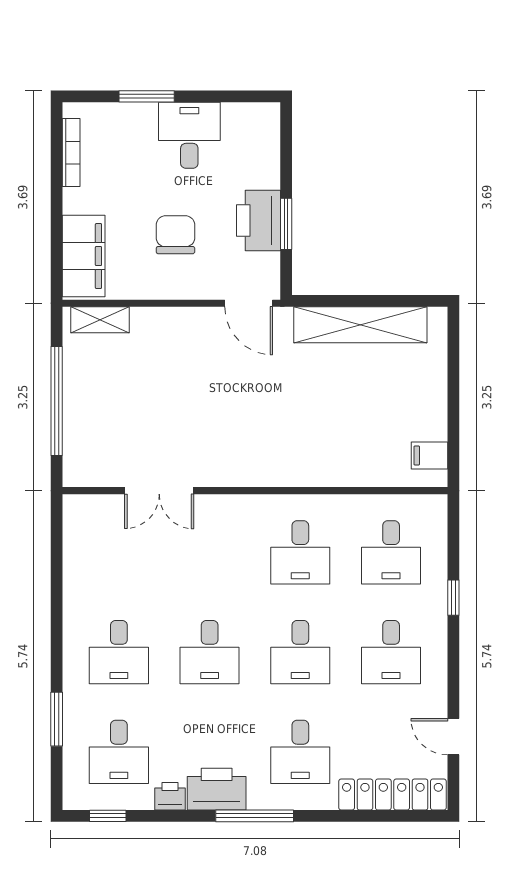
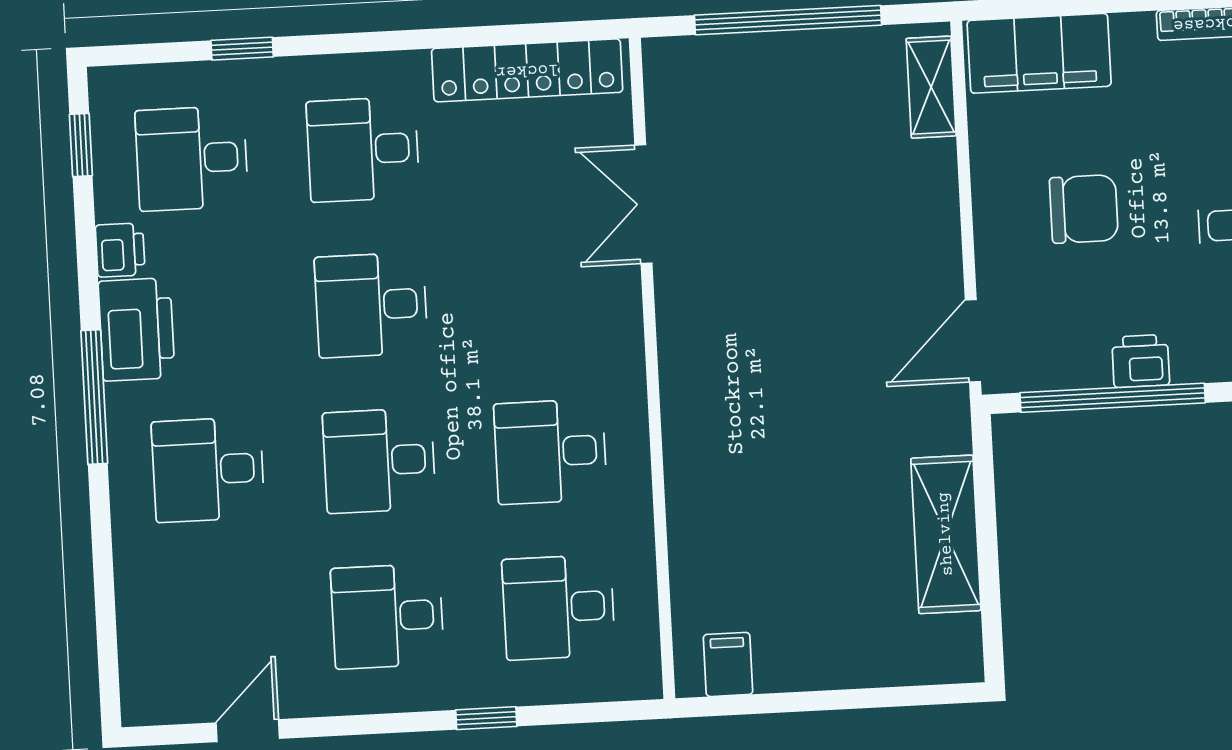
printer: (258, 221) -> (1141, 361), width x0.53, depth x0.68
window: (286, 224) -> (1113, 398), width x2.11
shelving: (360, 325) -> (946, 534), width x0.68
window: (57, 719) -> (242, 49), width x0.67
locker: (392, 794) -> (527, 70), moved, turned 90

